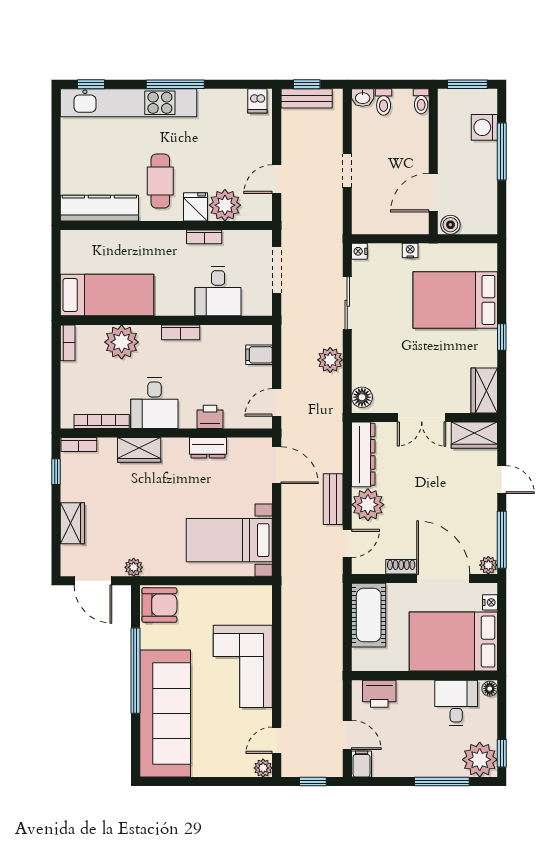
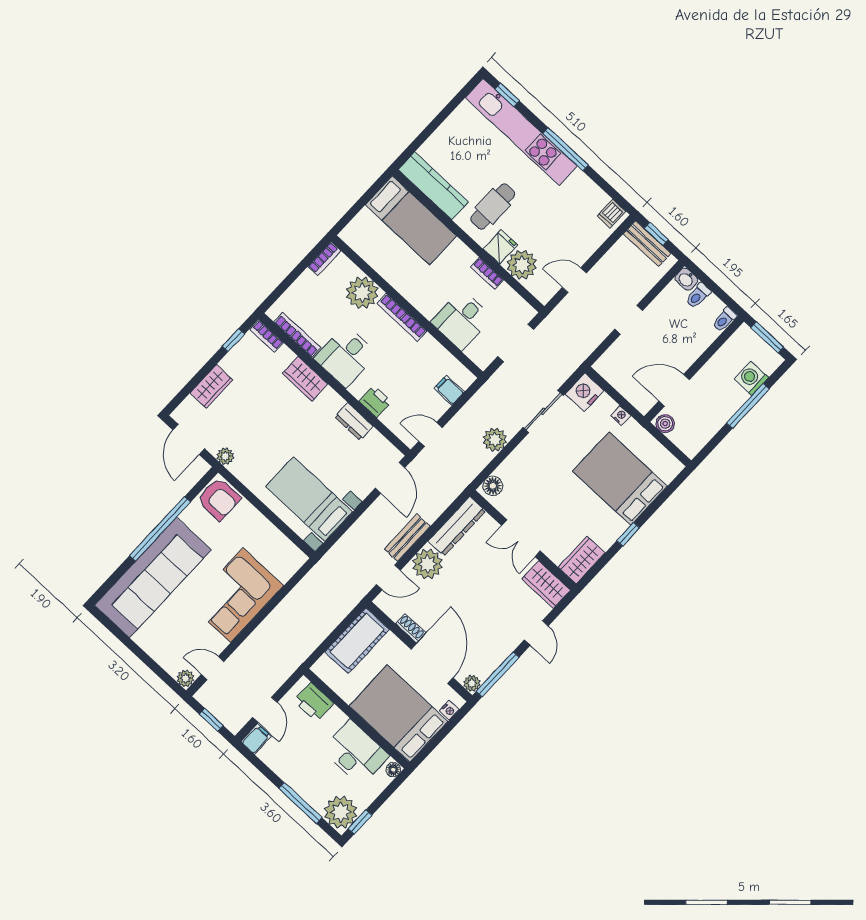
nightstand: (359, 251) -> (585, 392), width x1.89, depth x1.79
bed: (107, 295) -> (411, 220), moved
bookcase: (181, 332) -> (402, 317), width x1.56
desk: (456, 703) -> (355, 753), width x1.37

